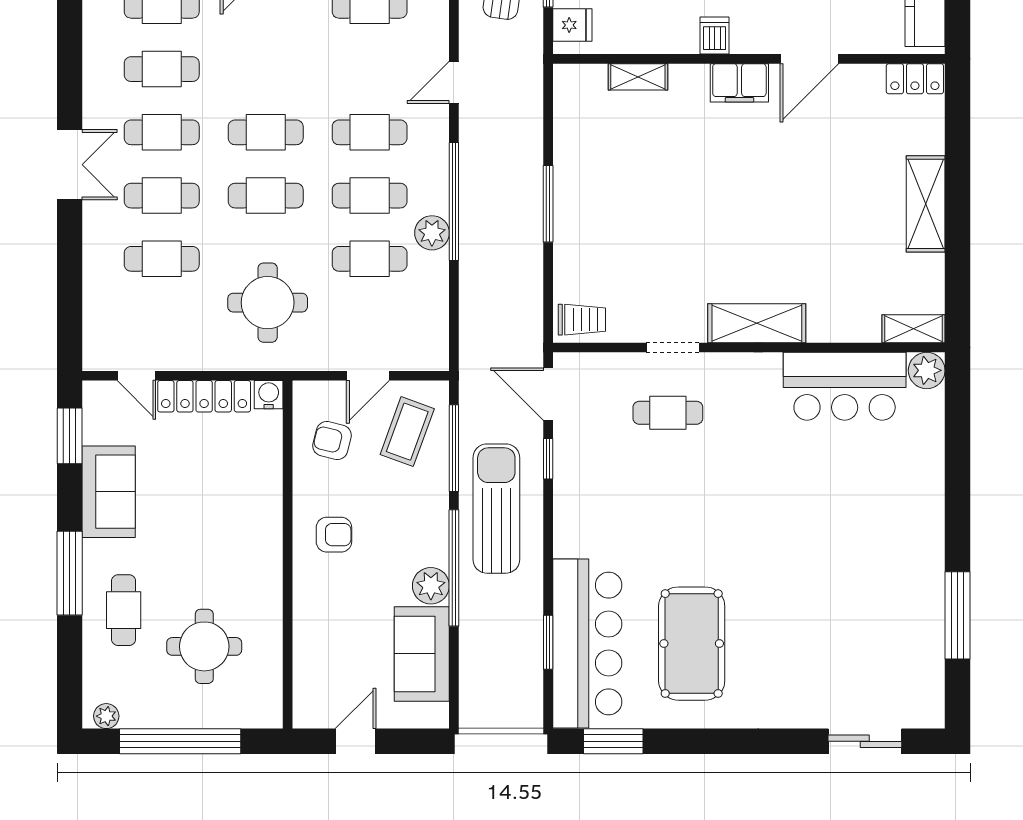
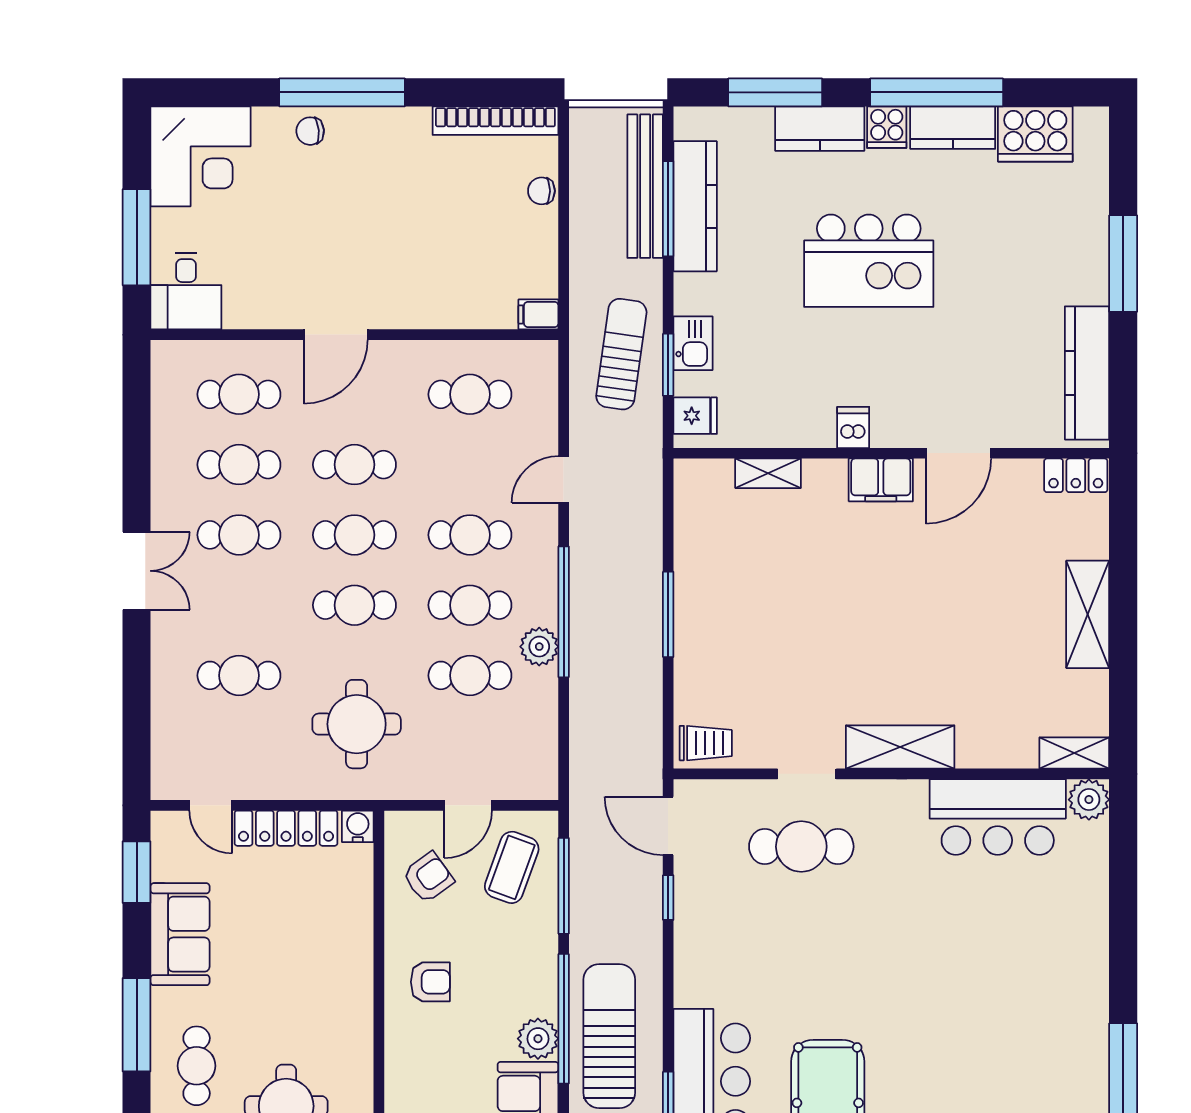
cafe table: (162, 196) -> (354, 465), moved
cafe table: (668, 413) -> (801, 847), width x1.37, depth x1.35
armchair: (332, 441) -> (428, 877), turned 130
sun lounger: (496, 509) -> (609, 1036), moved

